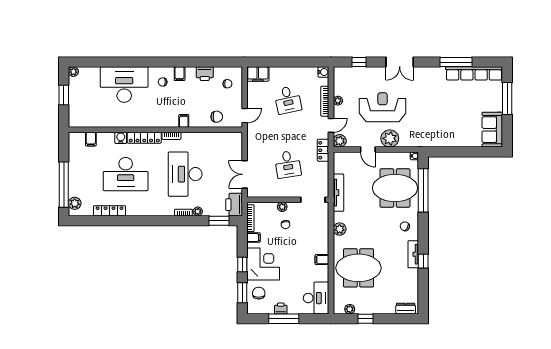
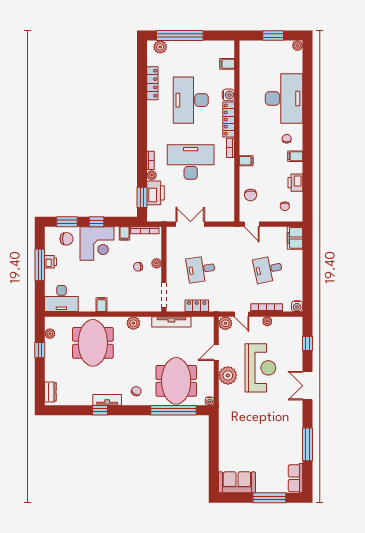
row of seats: (474, 73) -> (296, 478), width x0.50
locker: (323, 150) -> (197, 306), moved
printer: (234, 205) -> (155, 193), moved, turned 90

